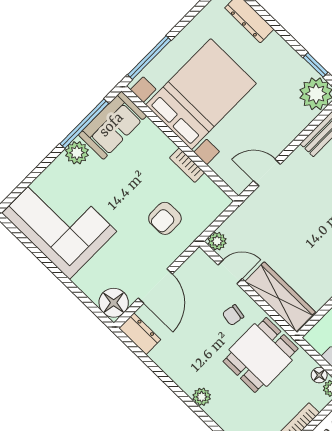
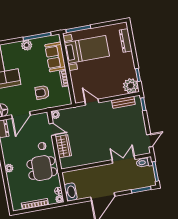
bed with nightstands: (201, 94) -> (87, 50), width x0.73
sofa: (112, 125) -> (55, 57), moved, turned 90
wardrobe: (280, 297) -> (63, 146), width x0.67

